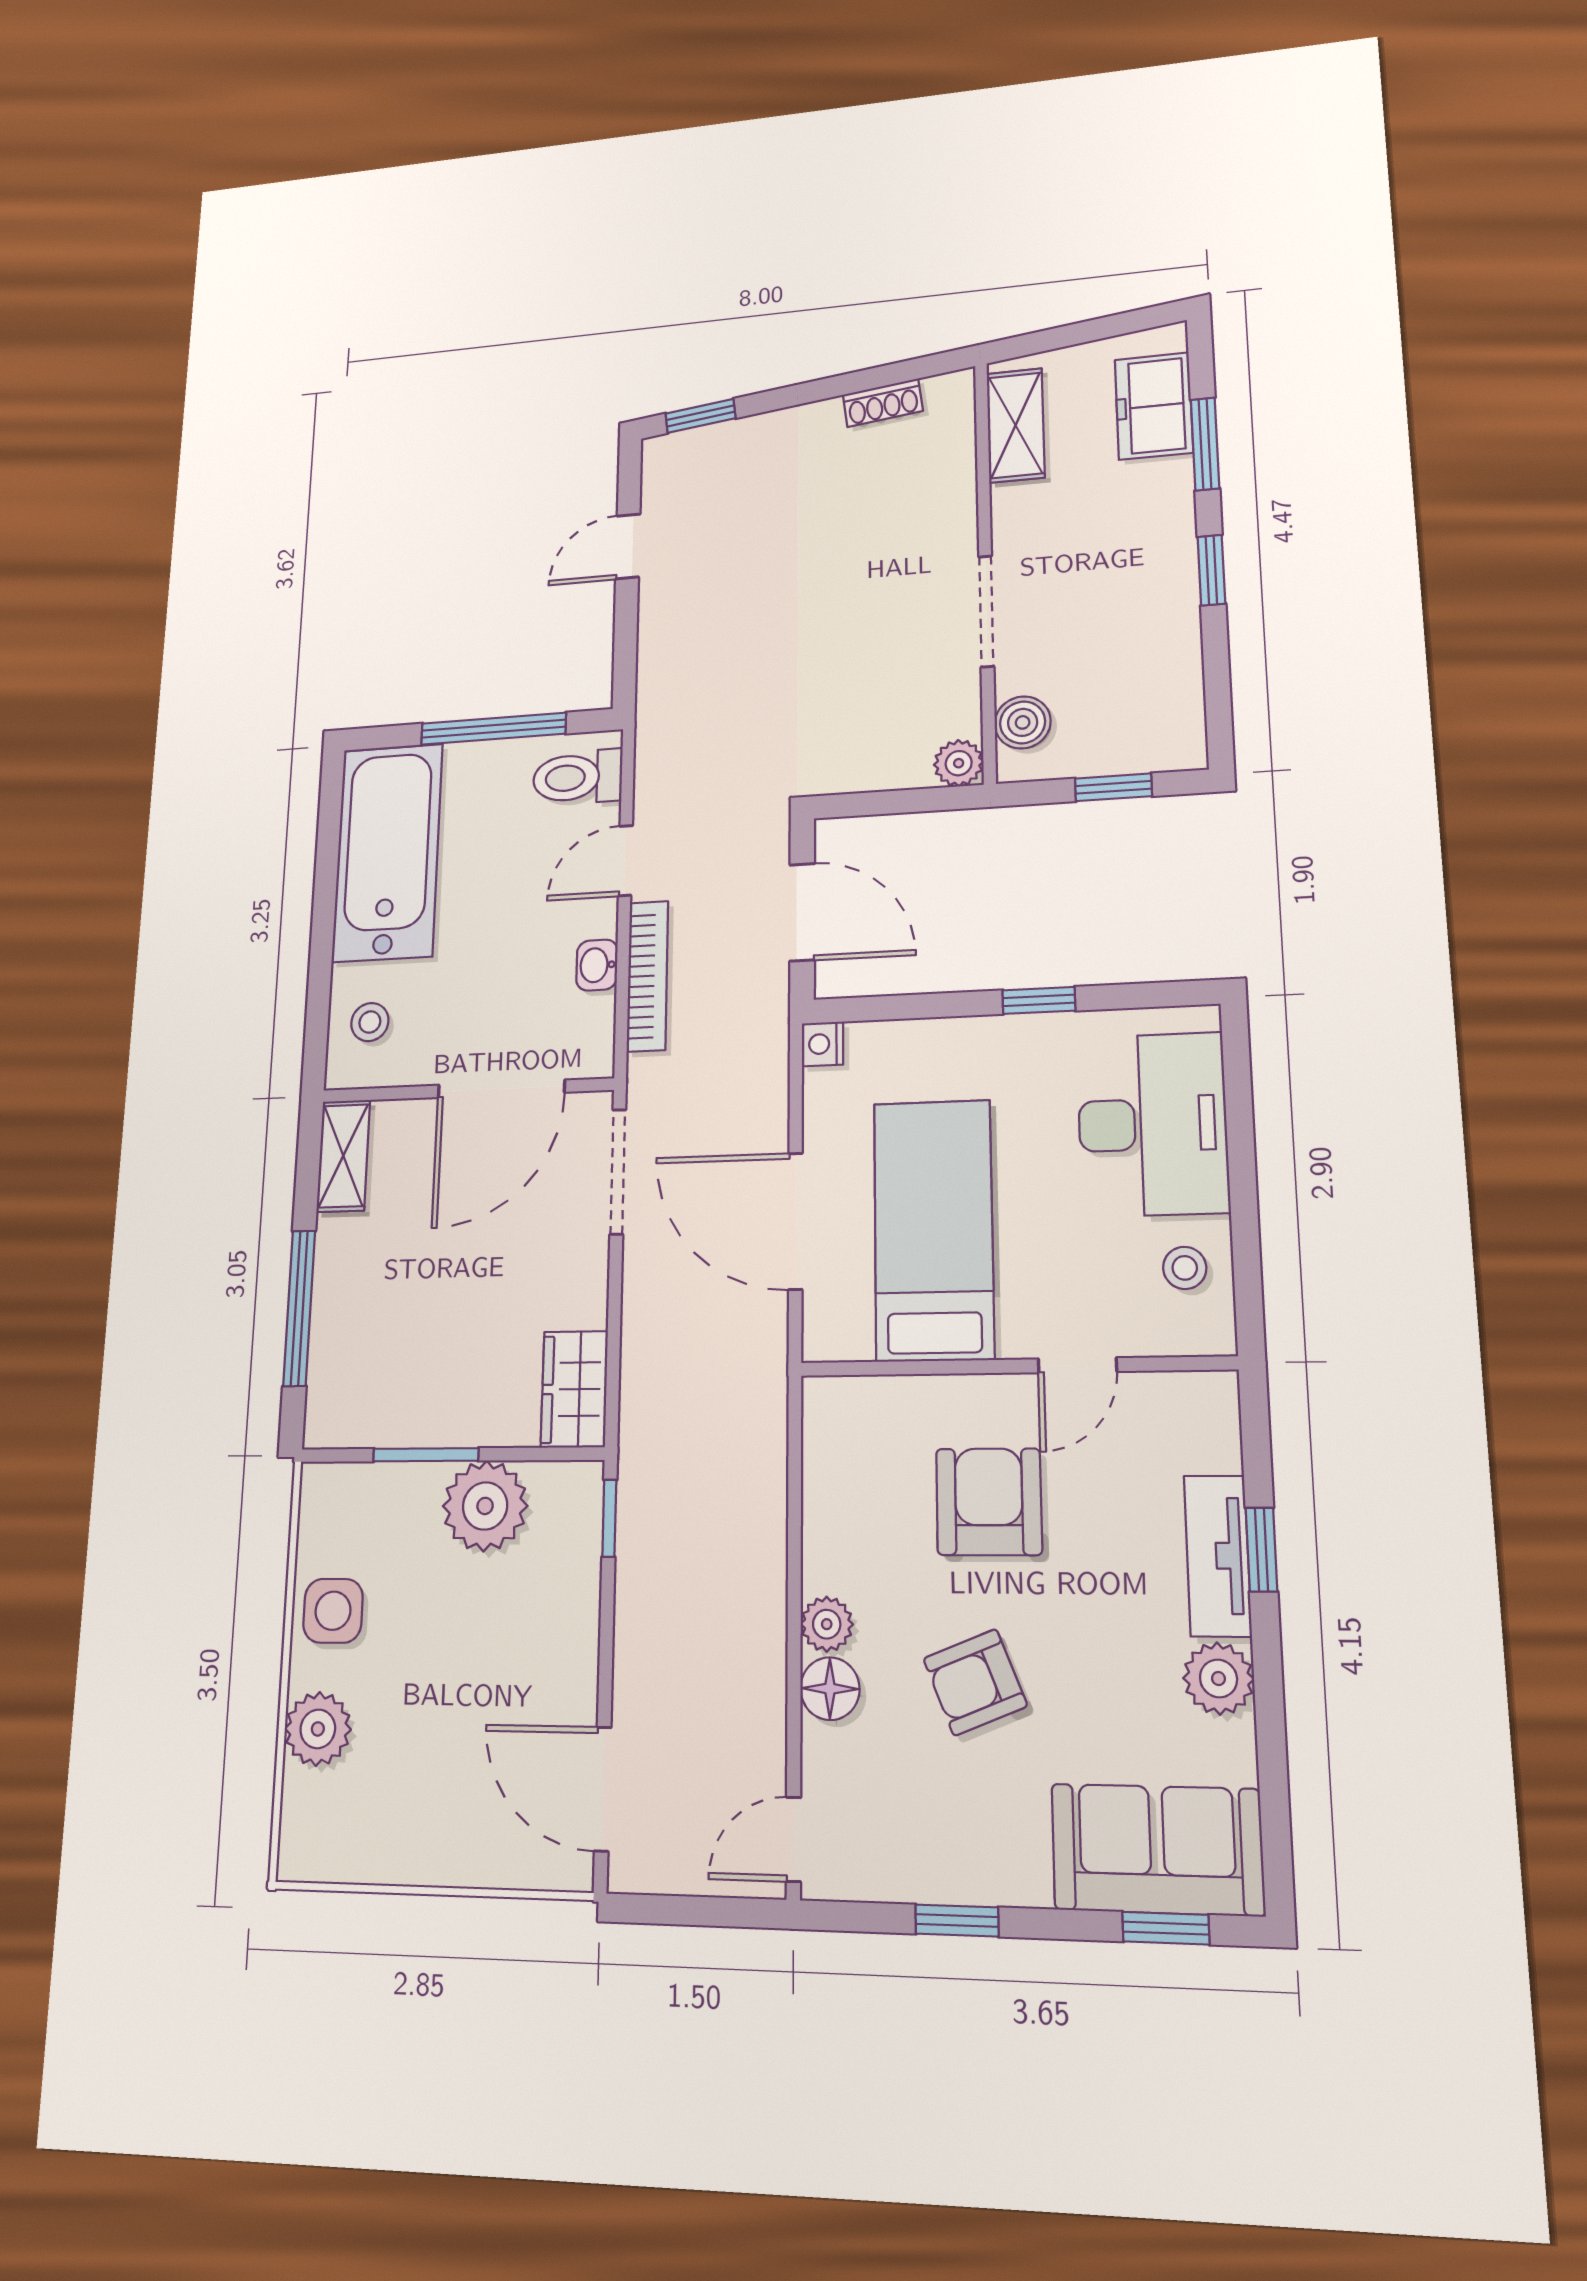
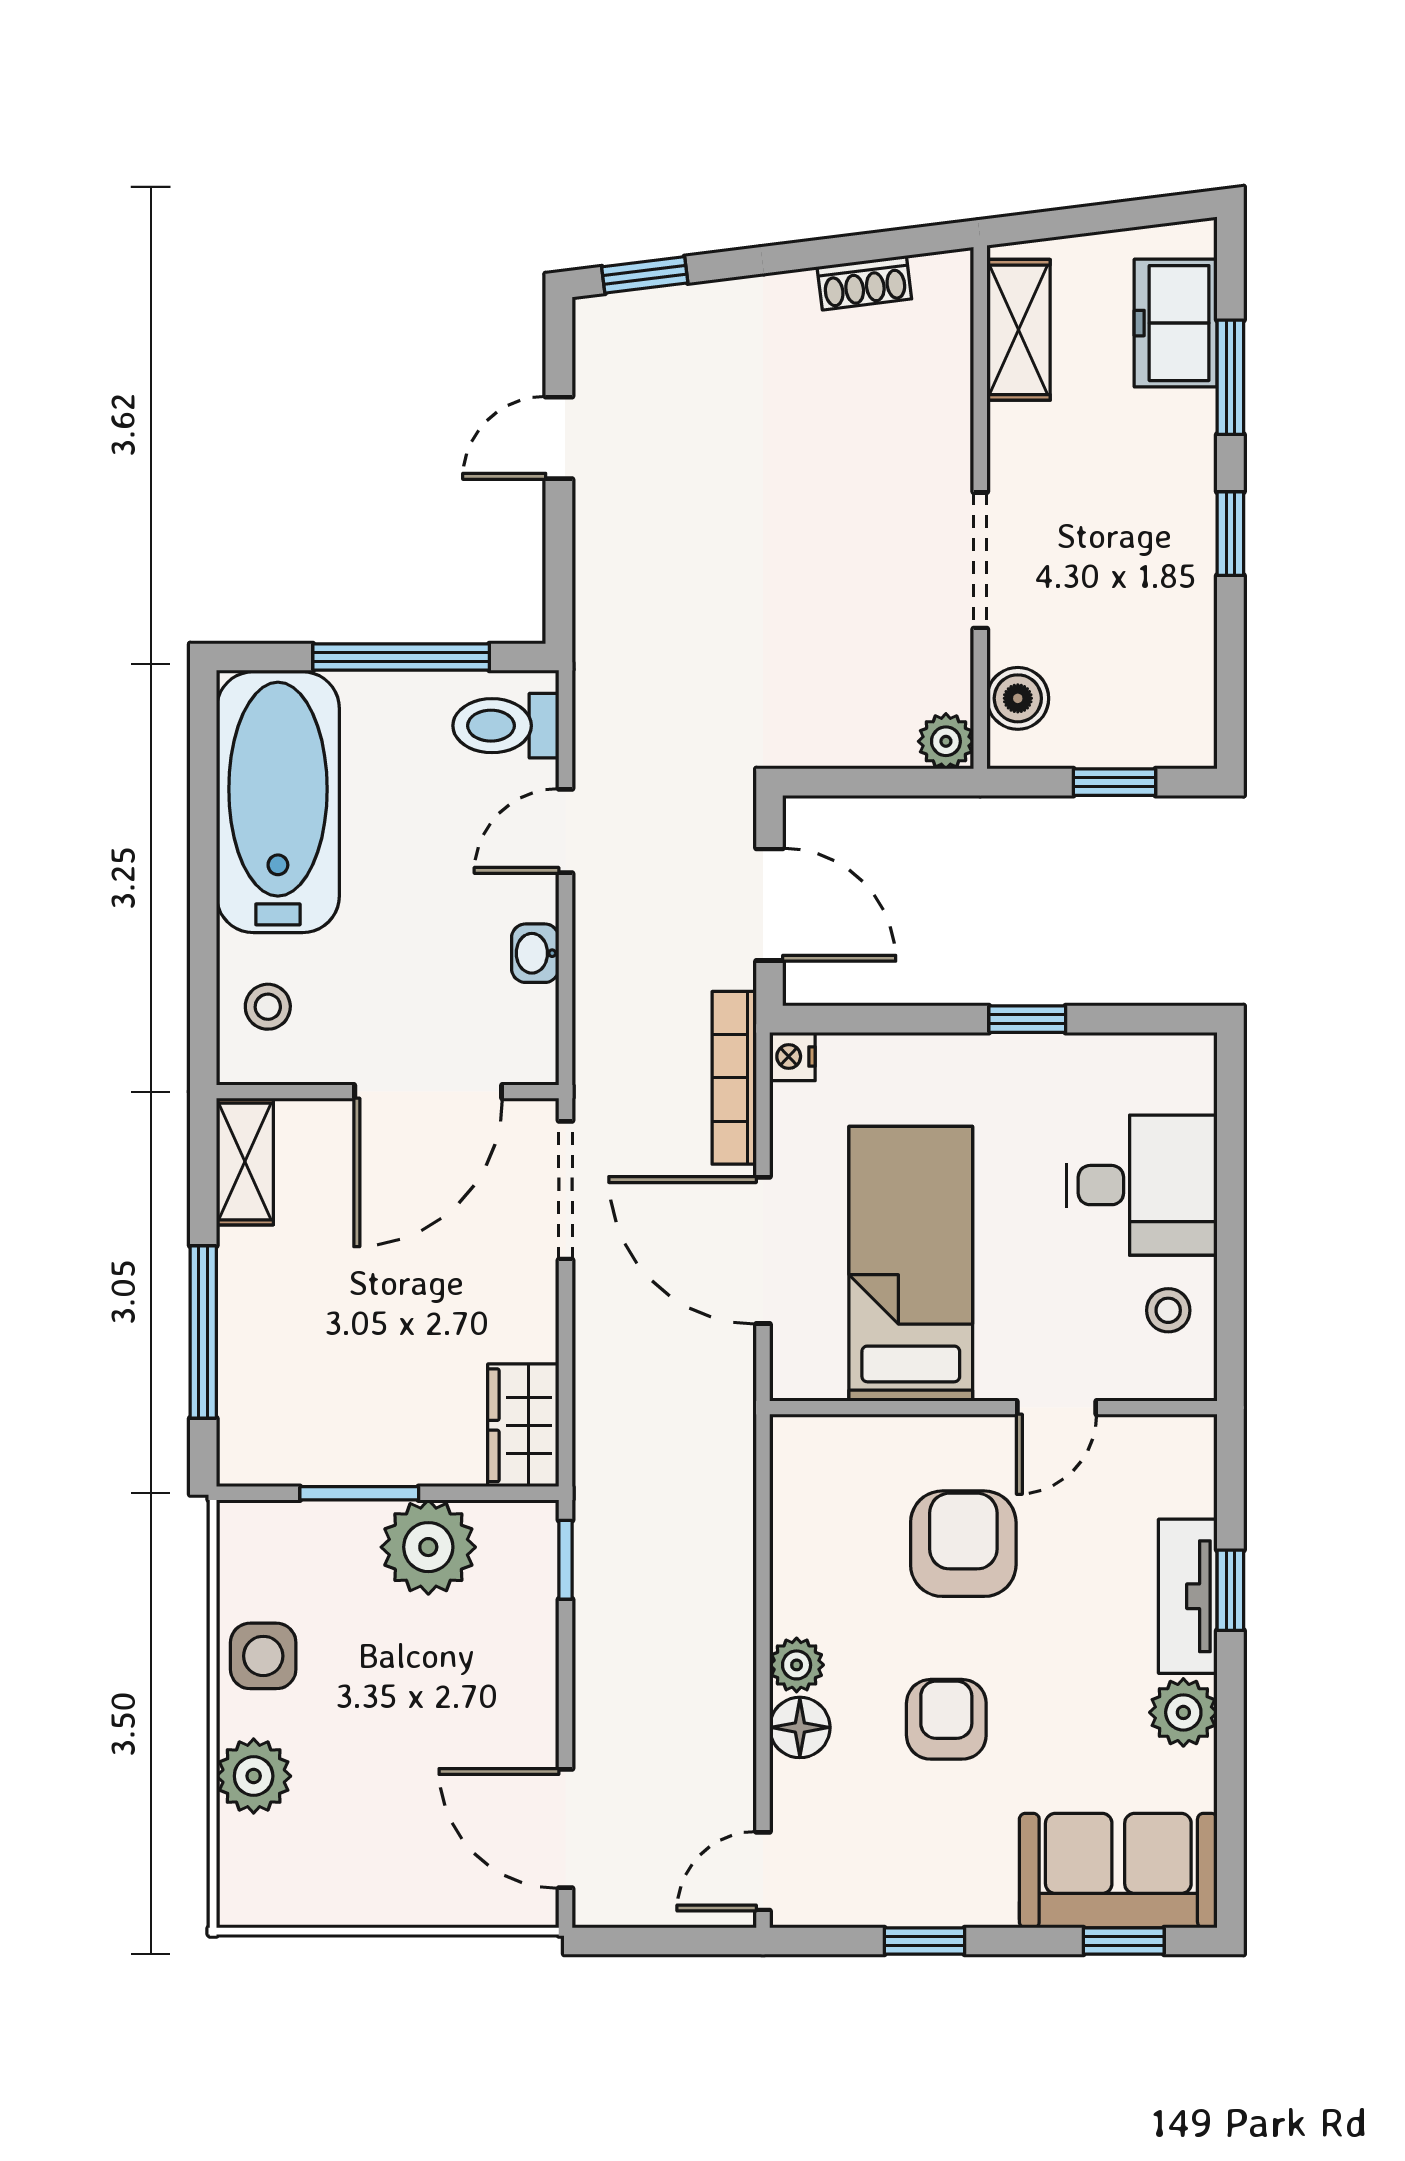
bookcase: (647, 976) -> (734, 1078), moved, turned 180
desk: (1152, 1124) -> (1142, 1185), width x0.73
armchair: (975, 1682) -> (946, 1719), turned 112

